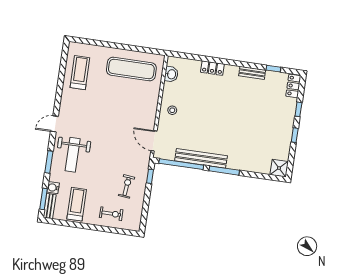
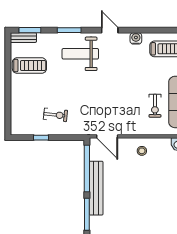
door: (154, 141) -> (107, 136), swing flipped
window: (150, 176) -> (41, 138), moved
water cooler: (53, 188) -> (136, 38), moved
exercise bike: (111, 214) -> (155, 106), moved

